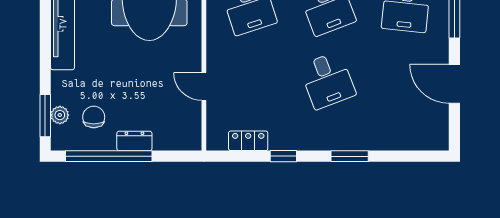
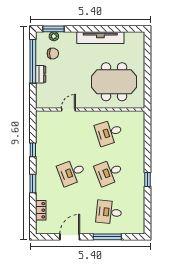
locker: (248, 141) -> (41, 210), moved

